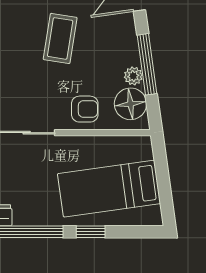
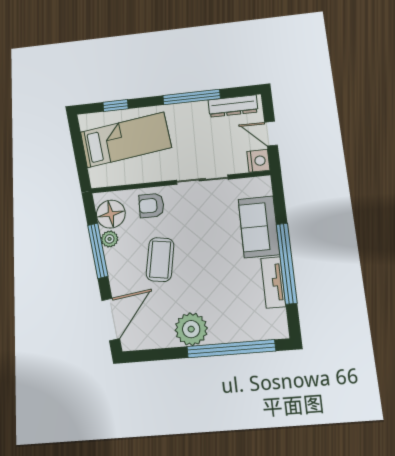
coffee table: (60, 38) -> (160, 260), moved
window: (91, 232) -> (116, 105), moved

